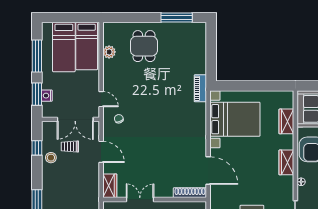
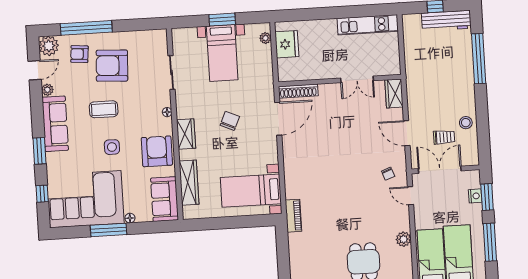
plant: (109, 52) -> (404, 239), moved
bed with nightstands: (235, 119) -> (251, 191), width x0.73
wardrobe: (286, 121) -> (189, 183), width x1.50
window: (37, 148) -> (483, 133), removed
door: (208, 171) -> (278, 119), swing flipped
chair: (249, 171) -> (230, 121), added

